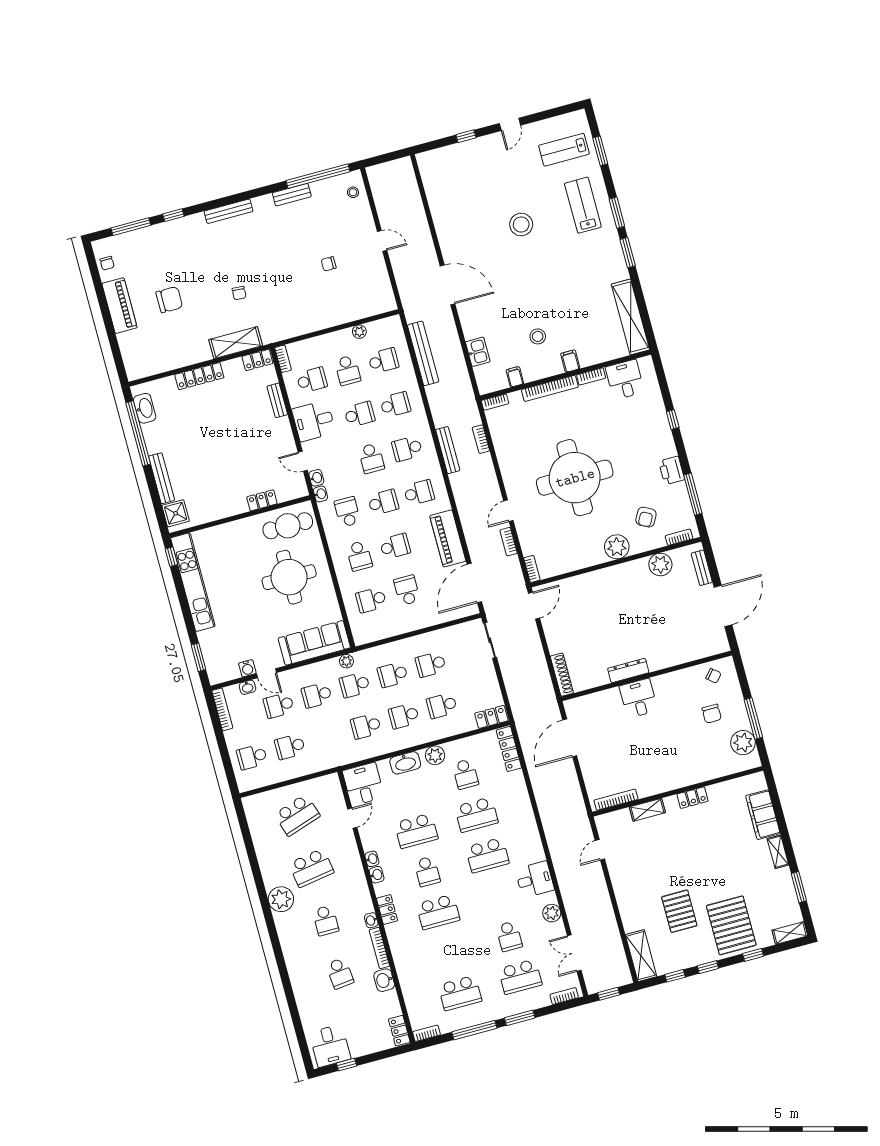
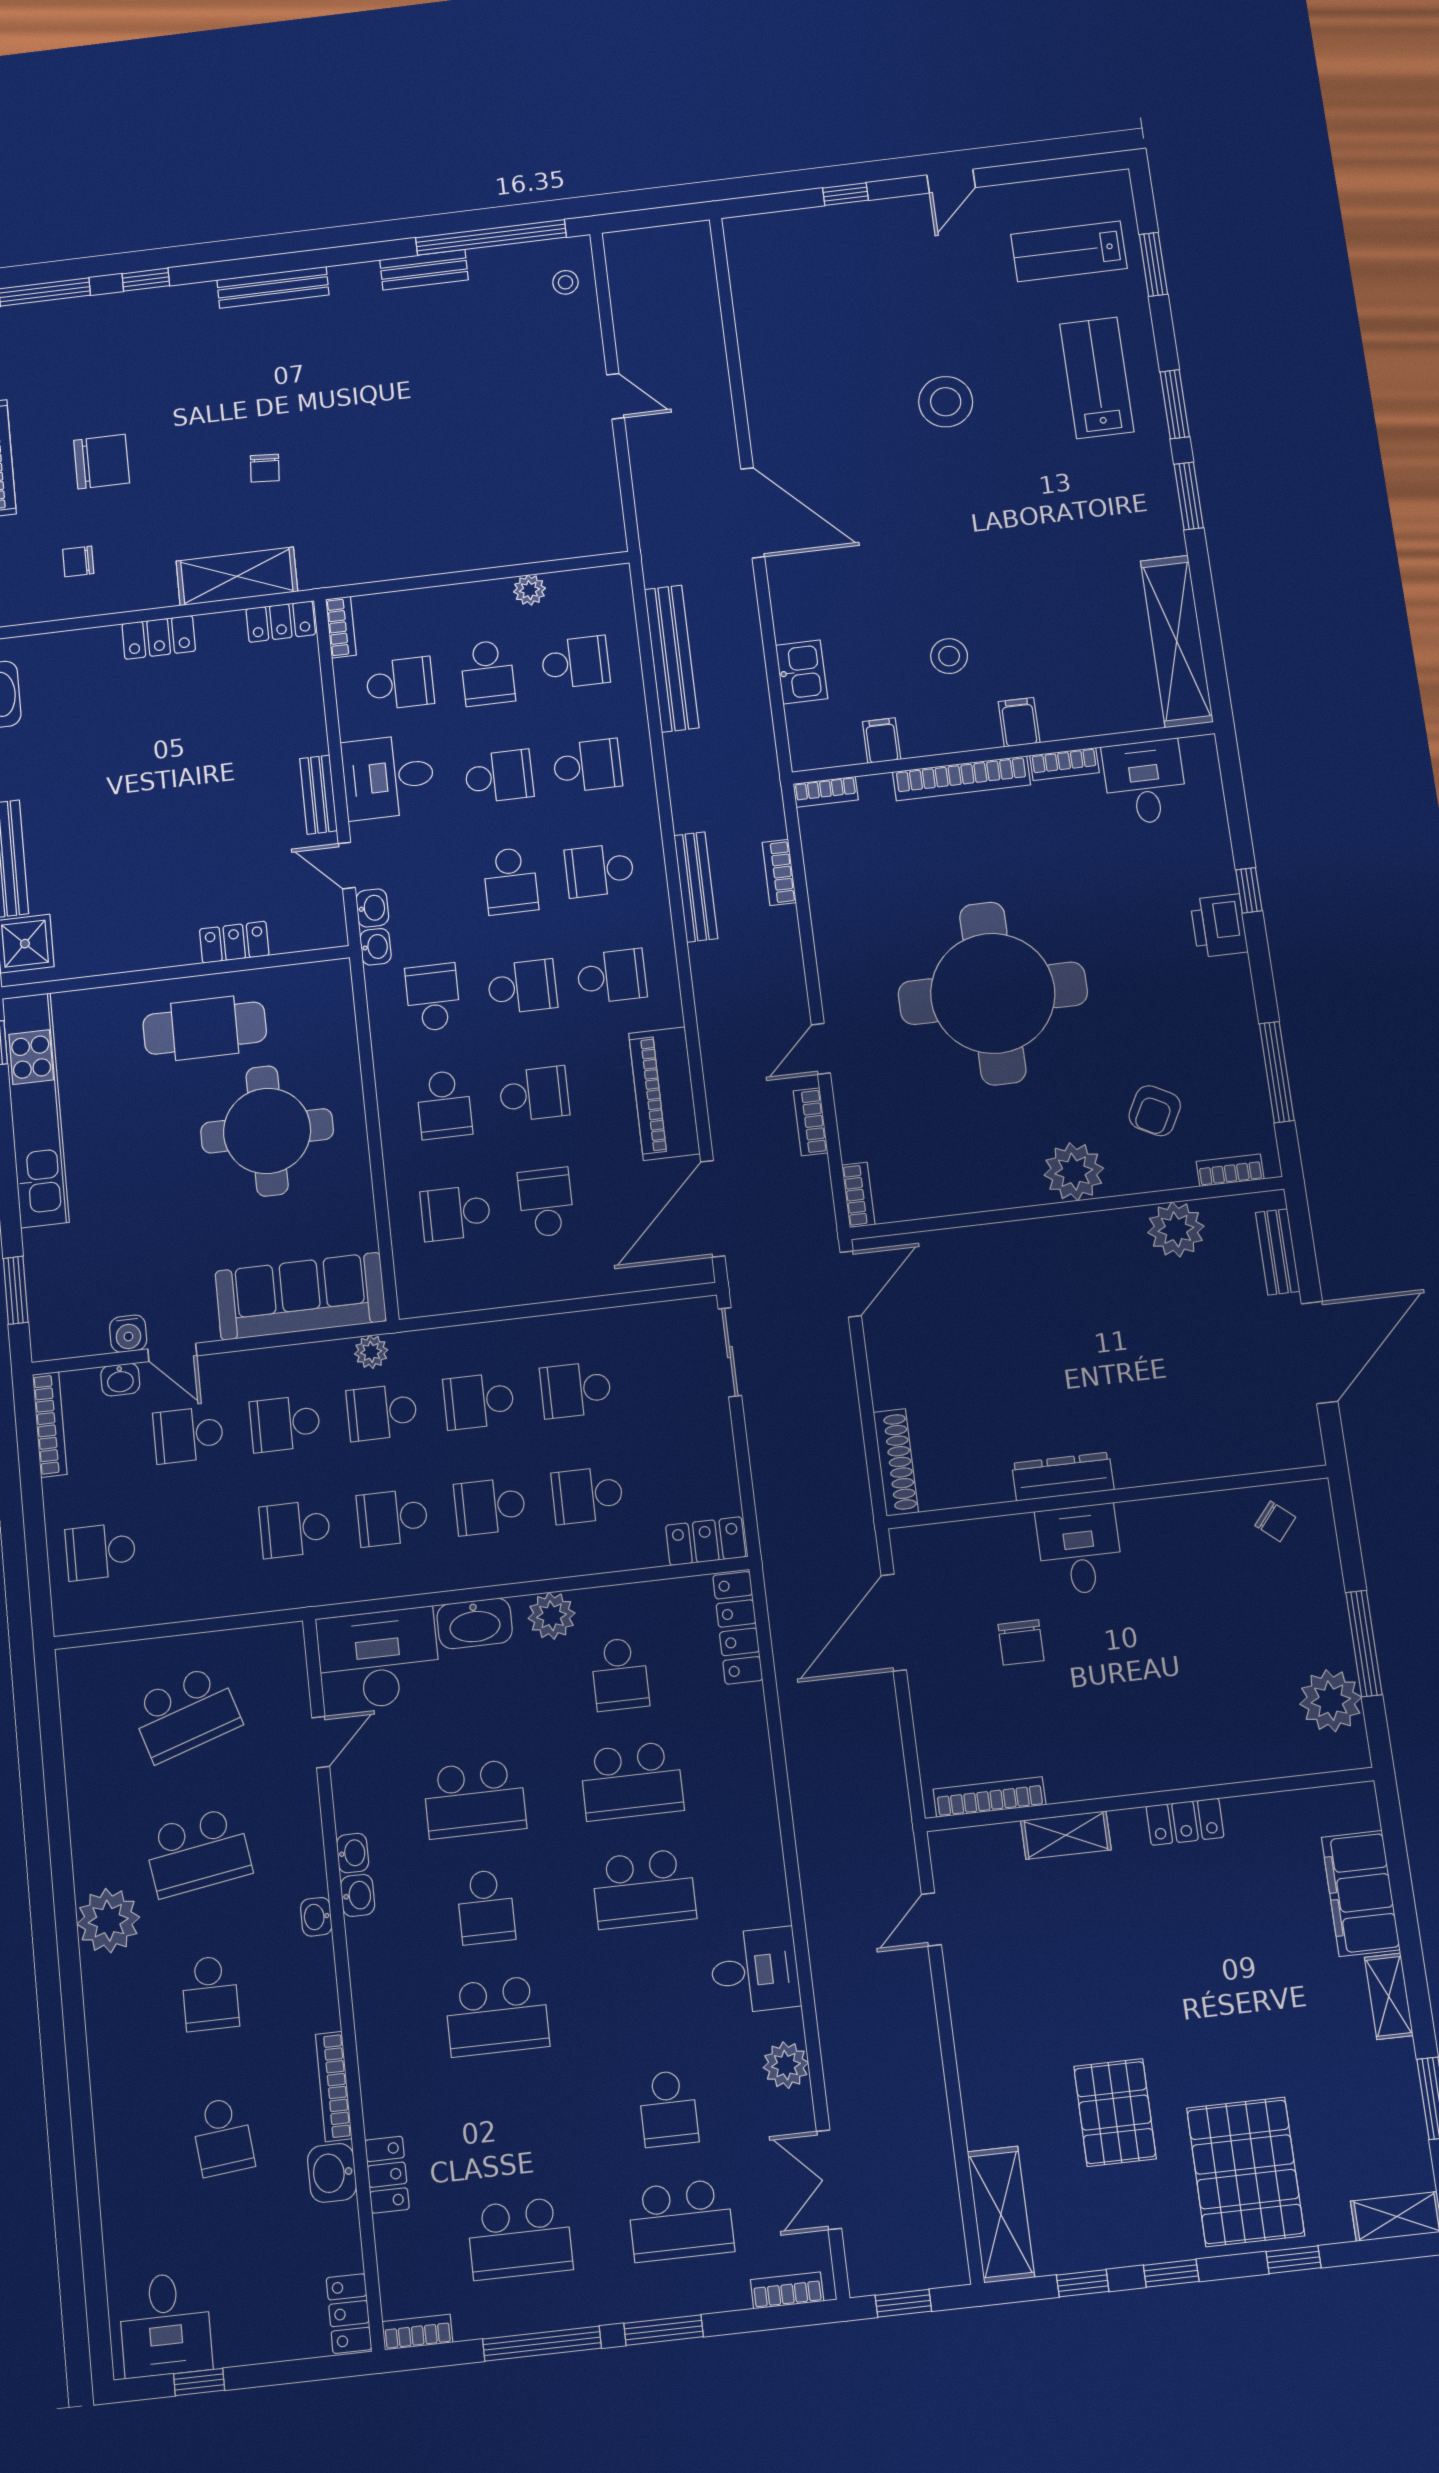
chair: (329, 264) -> (78, 561), moved
locker: (199, 376) -> (159, 637), width x0.66
bench: (277, 400) -> (318, 795), moved
printer: (672, 470) -> (1219, 926), moved
cafe table: (288, 526) -> (205, 1028), moved
chair: (712, 714) -> (1021, 1642), moved
school desk: (290, 747) -> (295, 1529), moved
desk: (363, 784) -> (378, 1659), width x1.37
locker: (387, 910) -> (387, 2175), moved
washbasin: (371, 920) -> (316, 1917), moved

